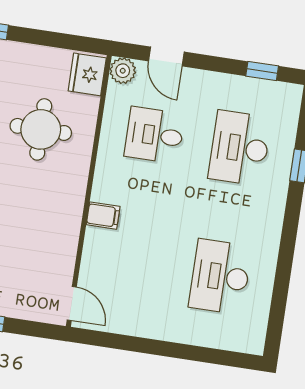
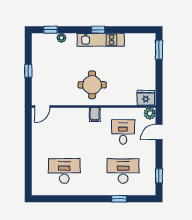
round table: (41, 129) -> (92, 85), moved
filing cabinet: (103, 216) -> (95, 114), moved

